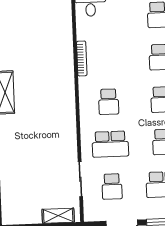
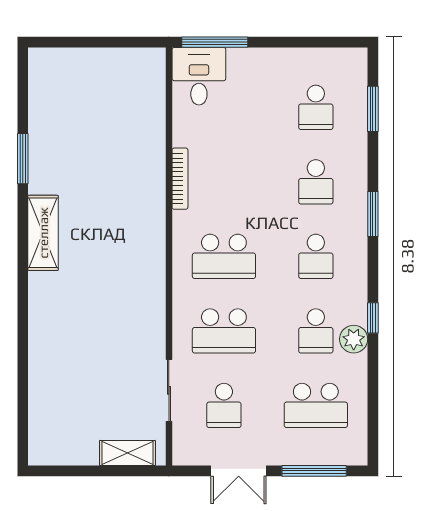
school desk: (109, 102) -> (224, 256), width x1.85

